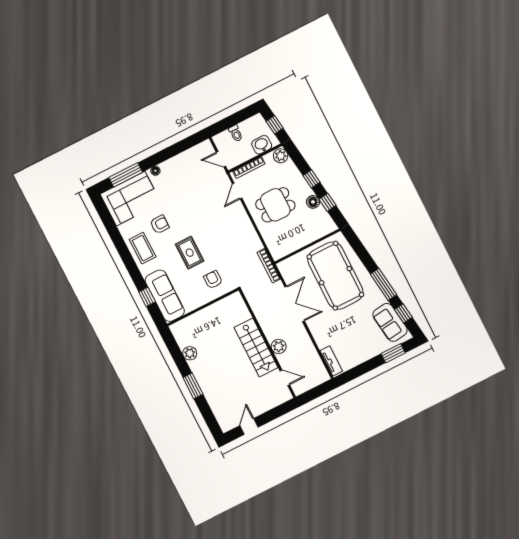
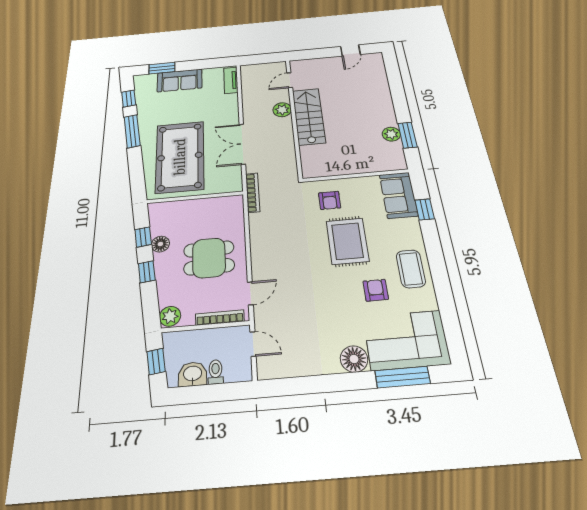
washbasin: (262, 145) -> (193, 374), moved, turned 180
floor lamp: (155, 171) -> (354, 359), width x1.89, depth x1.89
armchair: (160, 224) -> (376, 290), turned 90
rug: (190, 253) -> (347, 241), width x1.36, depth x1.43
sofa: (165, 296) -> (398, 195), width x0.73
sofa: (390, 322) -> (180, 80), moved, turned 98
door: (285, 378) -> (290, 80), hinge flipped
window: (193, 386) -> (408, 135), moved

